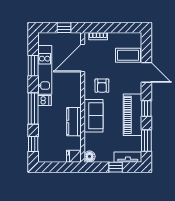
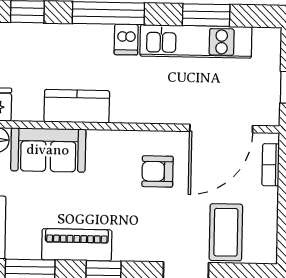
door: (83, 58) -> (221, 128), swing flipped
piano: (133, 115) -> (77, 245), width x0.73, depth x0.75
sofa: (93, 116) -> (48, 150), moved

